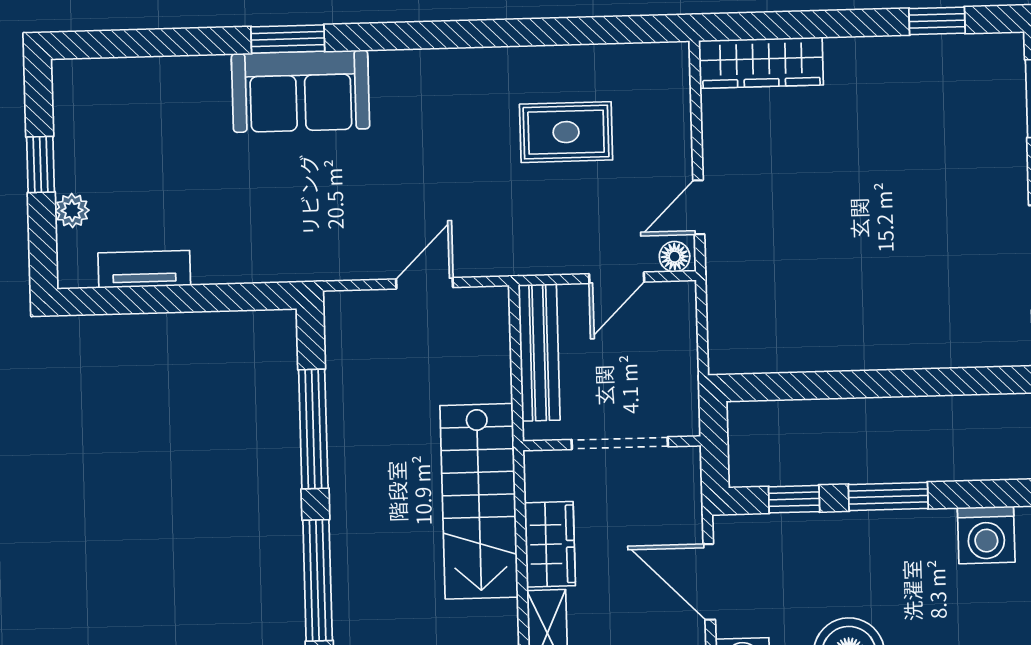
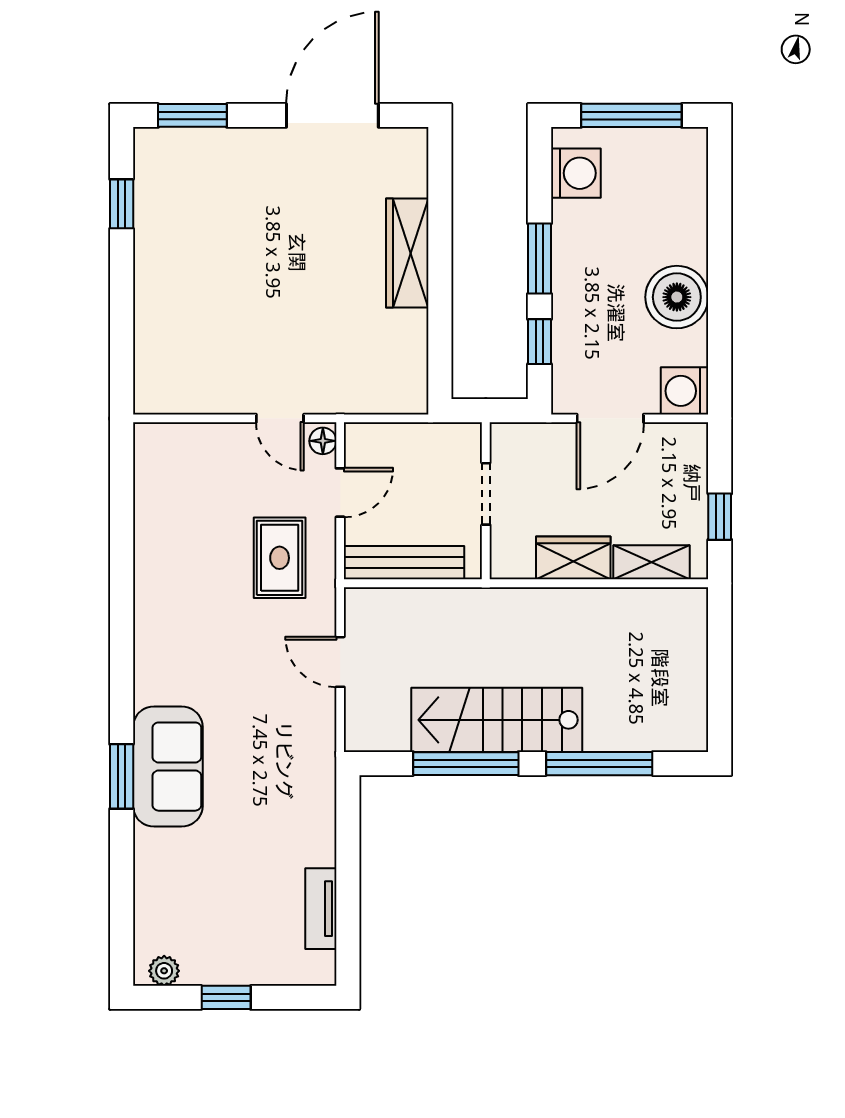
wardrobe: (761, 63) -> (407, 253), moved, turned 180
rug: (566, 132) -> (280, 558), moved
plant: (72, 211) -> (164, 971), moved
door: (617, 278) -> (340, 493), hinge flipped
doorway: (620, 443) -> (486, 494), width x0.73
stairs: (479, 501) -> (497, 720), moved, turned 180

